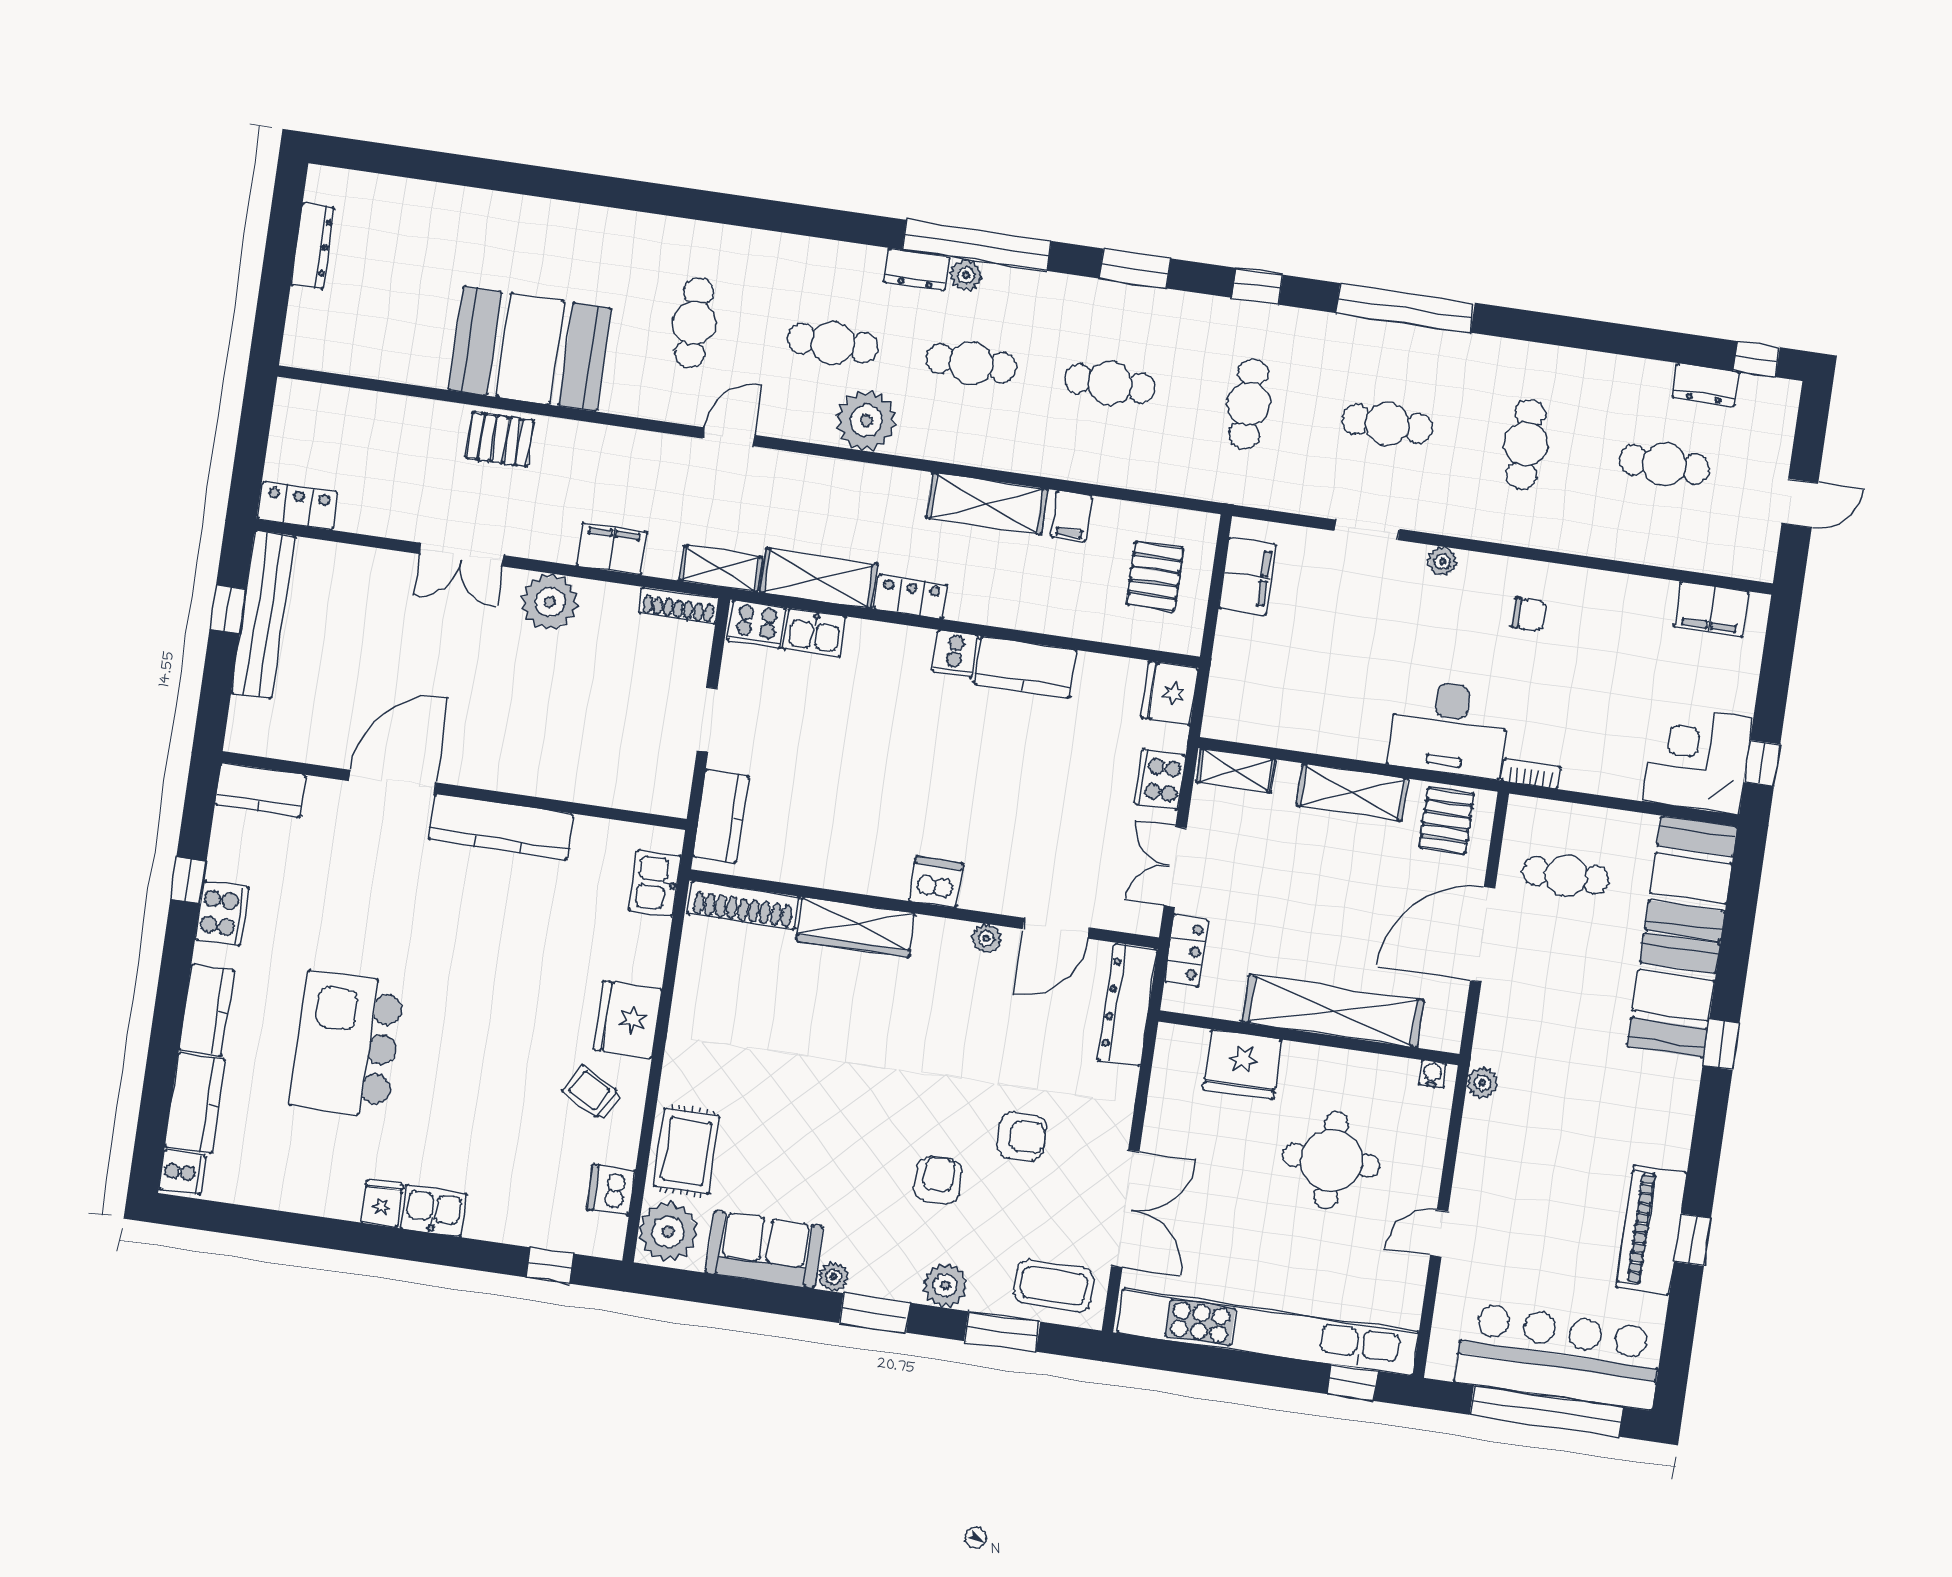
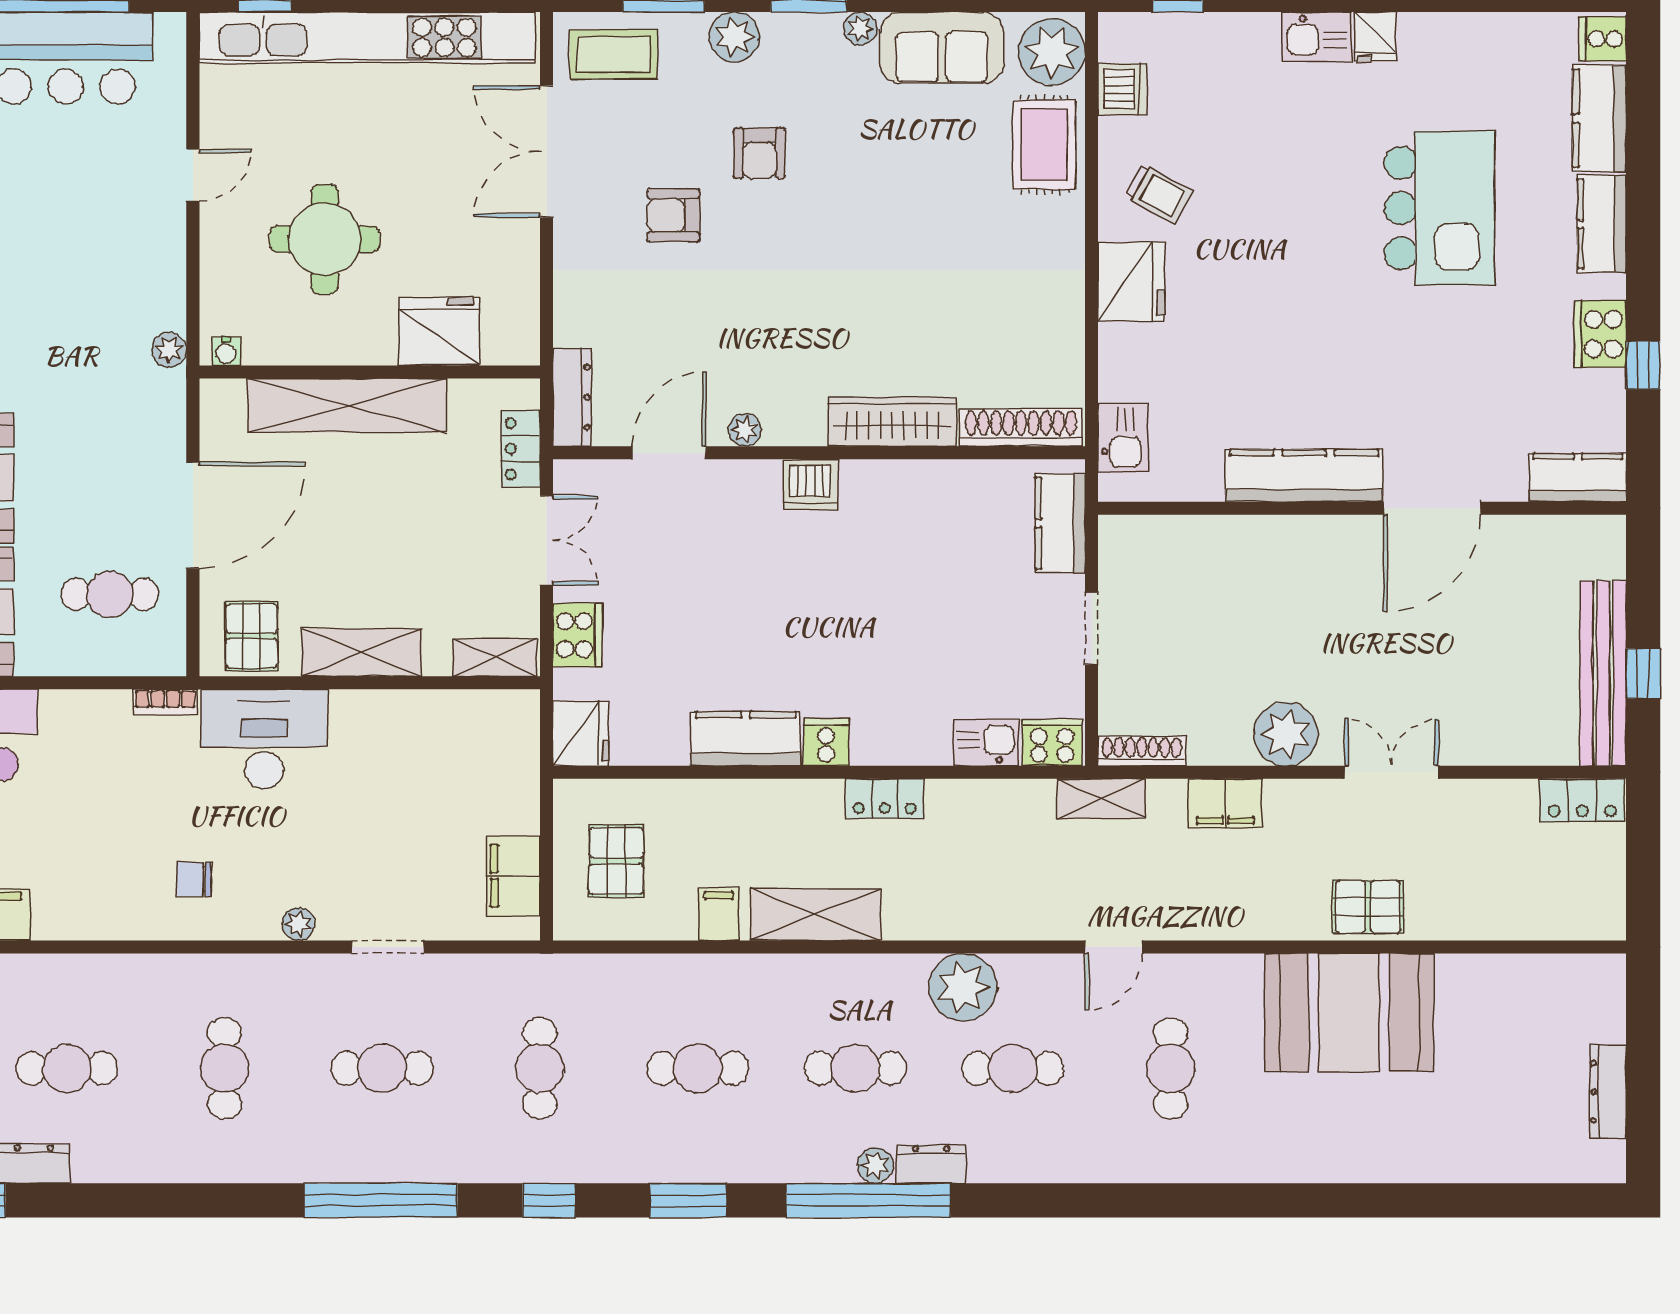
shelving: (819, 578) -> (990, 804), removed
dresser: (1128, 1005) -> (572, 397), width x0.73, depth x0.80

